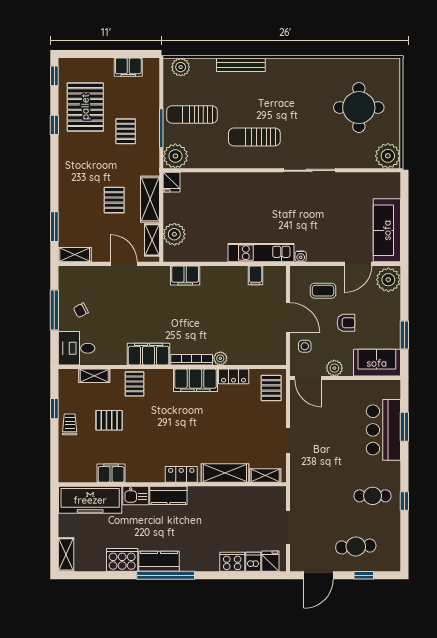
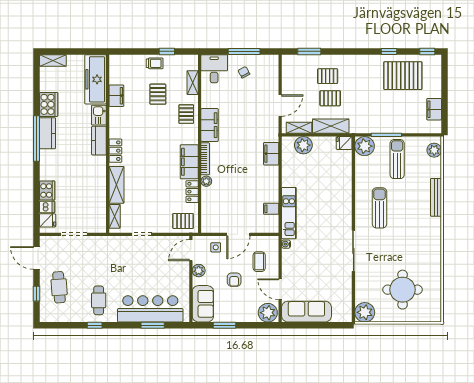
pallet: (126, 131) -> (328, 76), moved
shelving: (75, 255) -> (287, 67), removed
pallet: (134, 384) -> (186, 114), turned 90
bar counter: (383, 430) -> (150, 309), width x1.36

